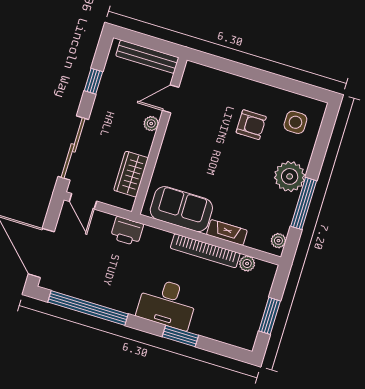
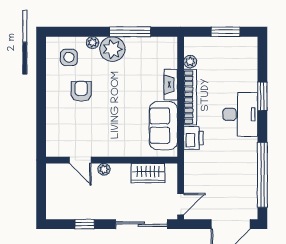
bench: (147, 57) -> (53, 188), removed
printer: (127, 231) -> (193, 138), moved
plant: (278, 241) -> (93, 43), moved

